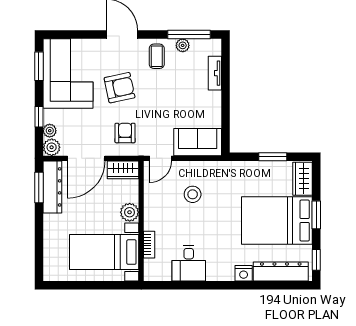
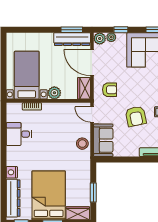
armchair: (120, 88) -> (136, 116), moved
stool: (193, 194) -> (82, 144), moved

